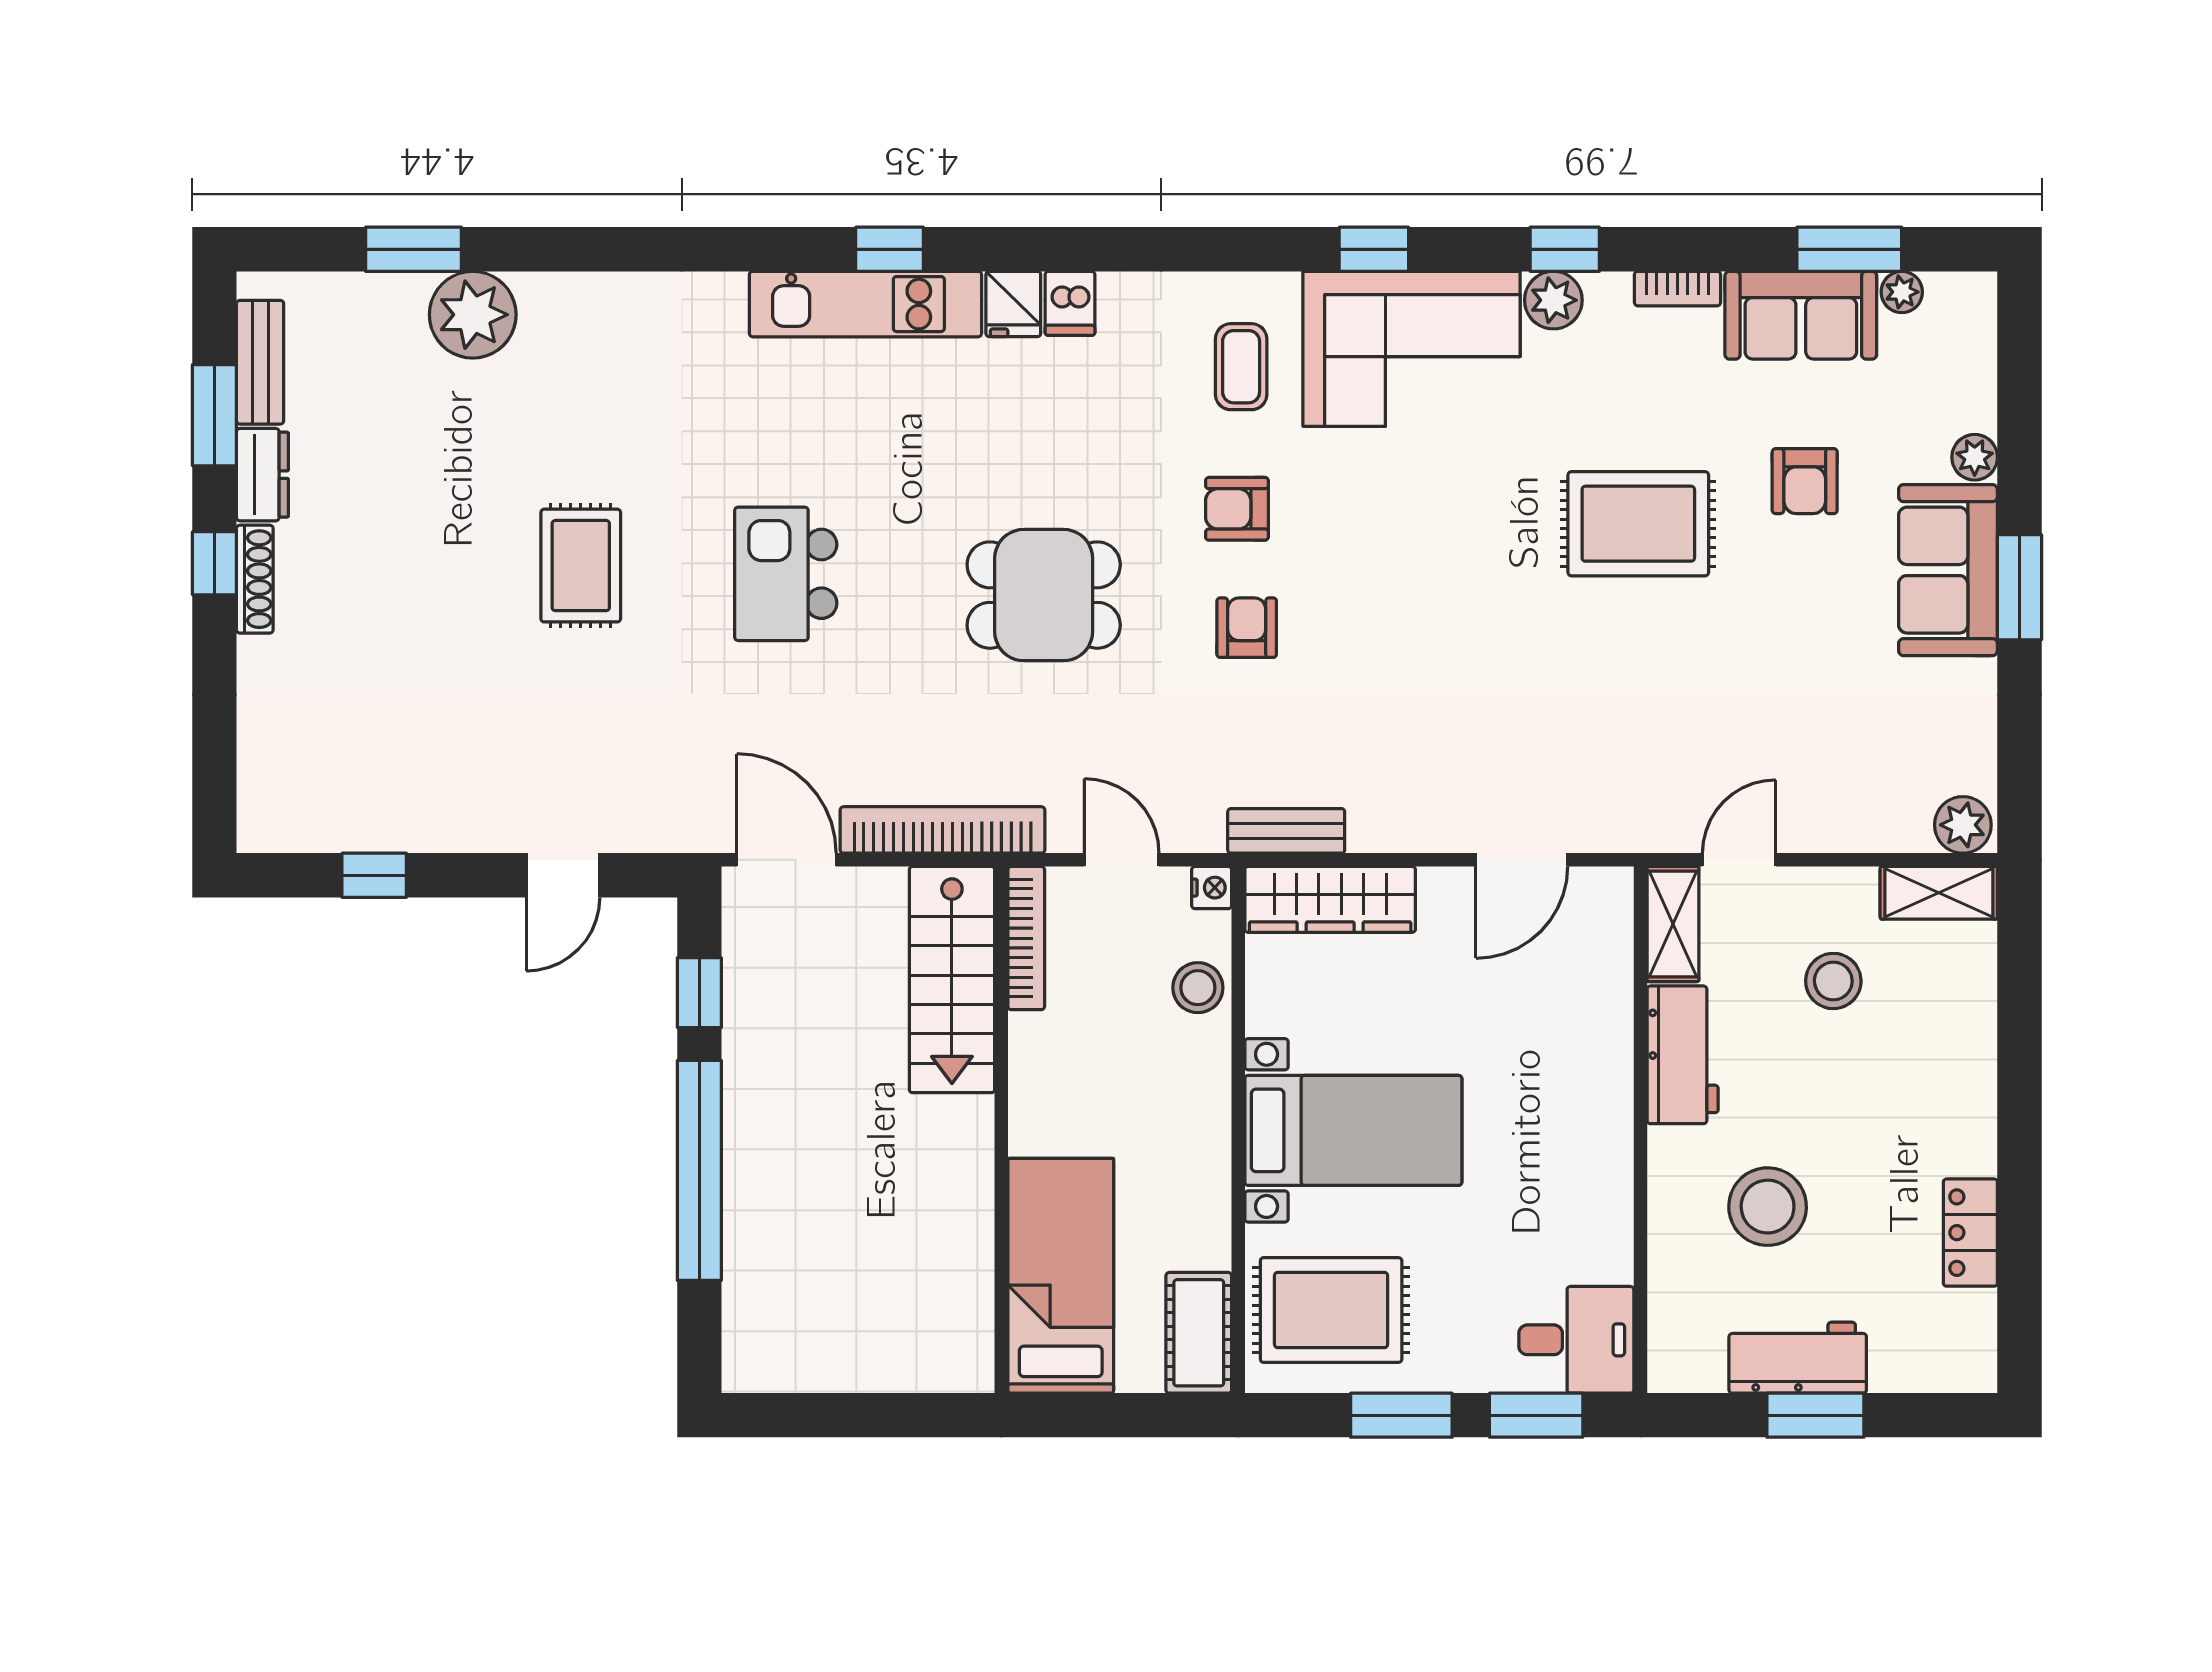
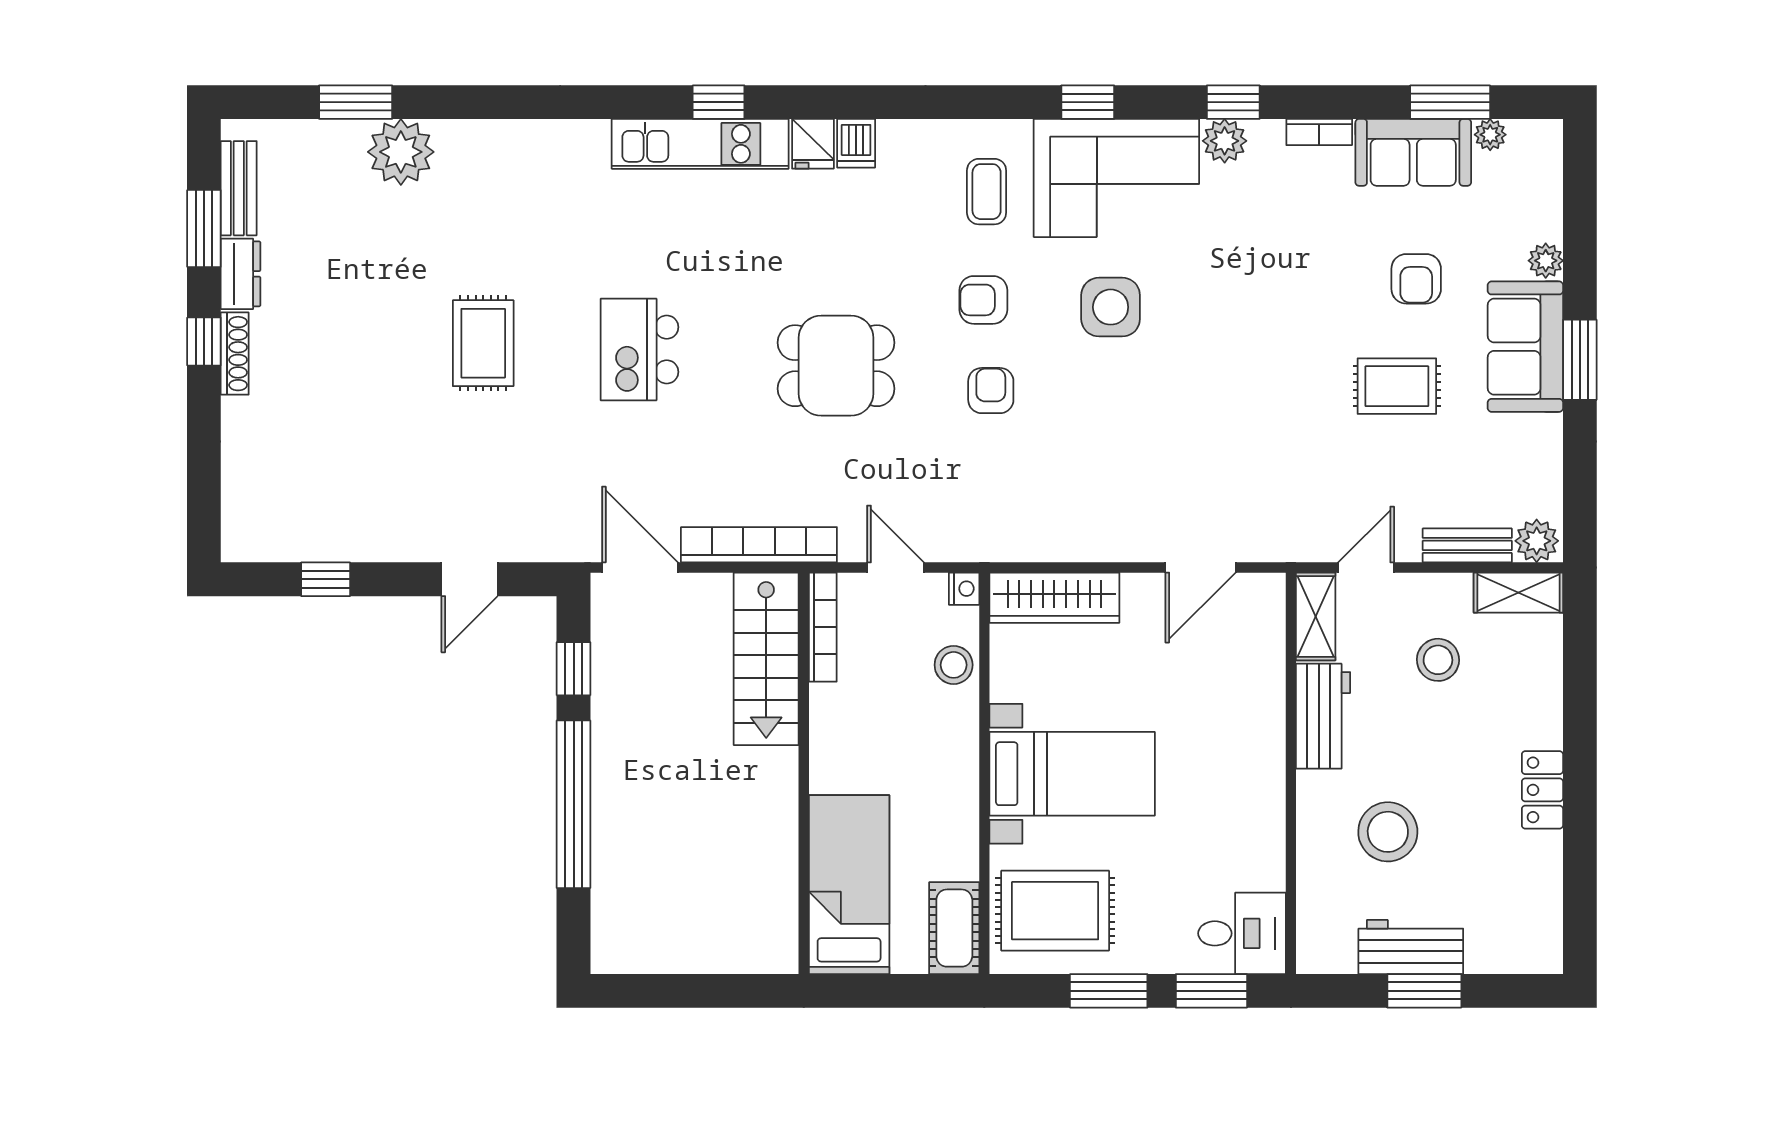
side table: (1404, 518) -> (1111, 307), added
rug: (1638, 524) -> (1397, 386), moved, width x0.73, depth x0.70
bench: (1286, 831) -> (1467, 545), moved
locker: (1970, 1233) -> (1542, 790), moved

